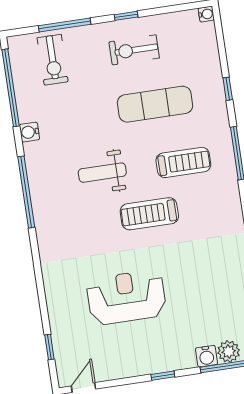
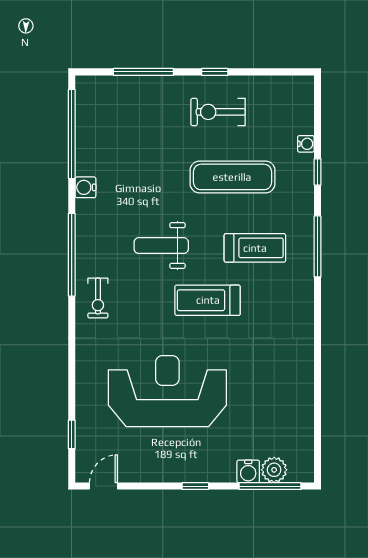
water cooler: (206, 14) -> (306, 144), moved
exercise bike: (53, 60) -> (98, 298), moved, width x0.73, depth x0.72
reception desk: (126, 297) -> (167, 391), width x1.36, depth x1.30

